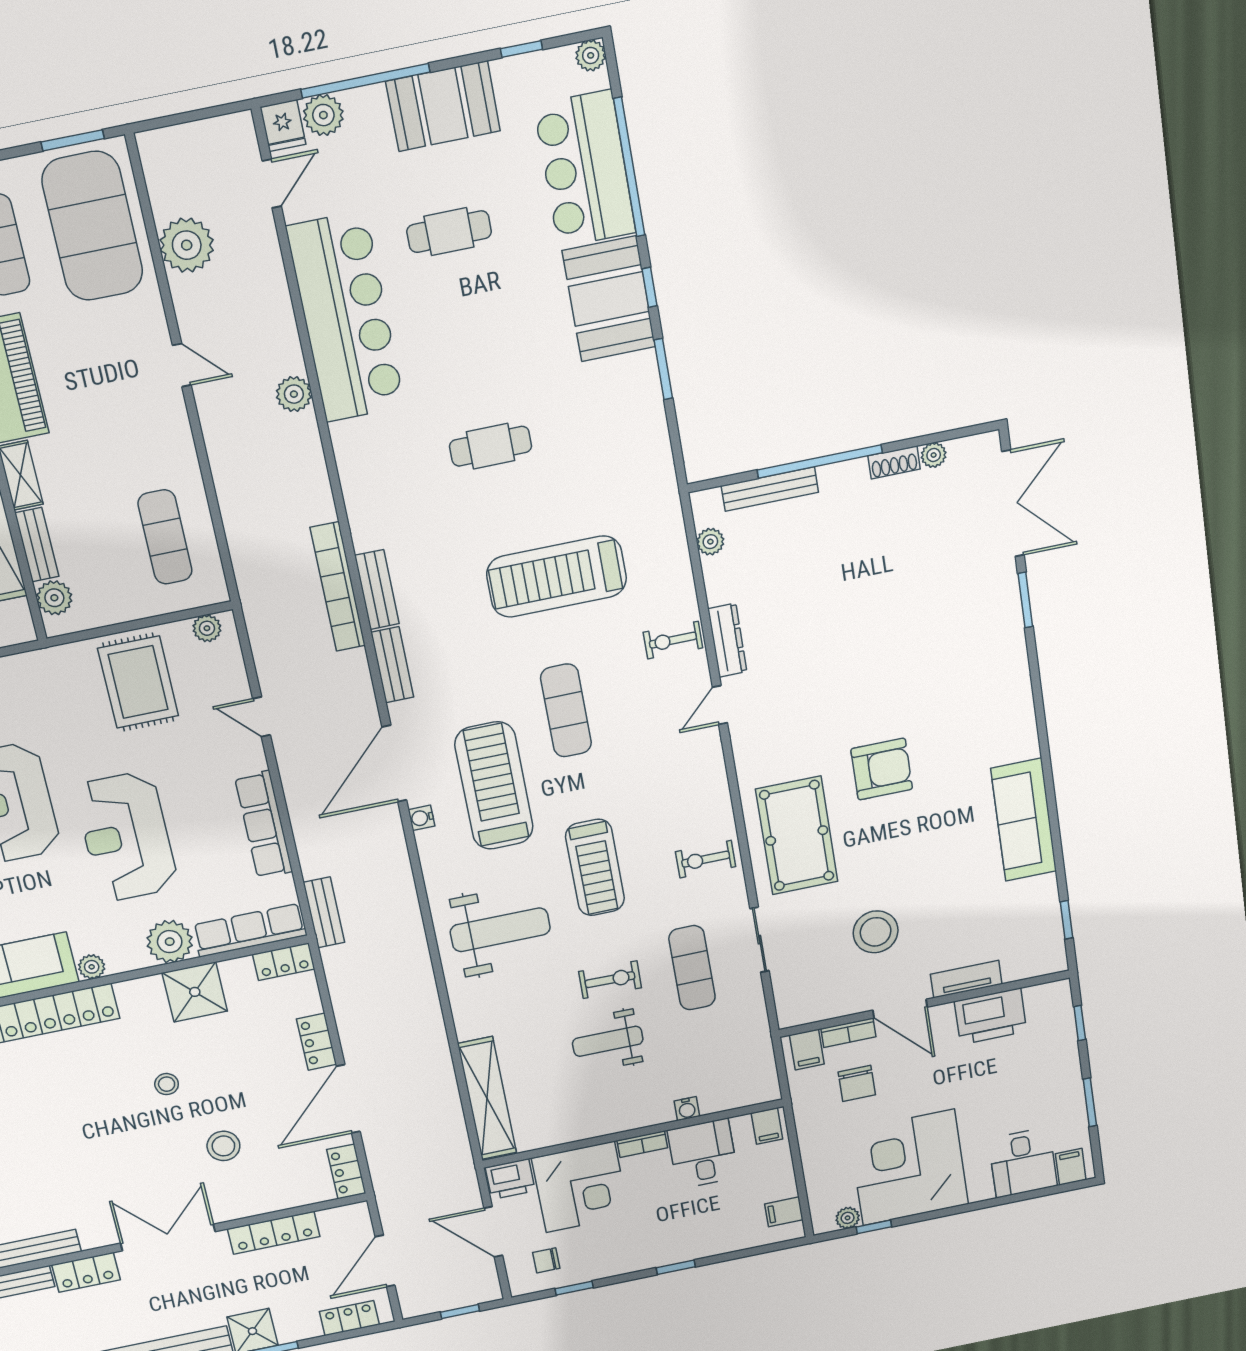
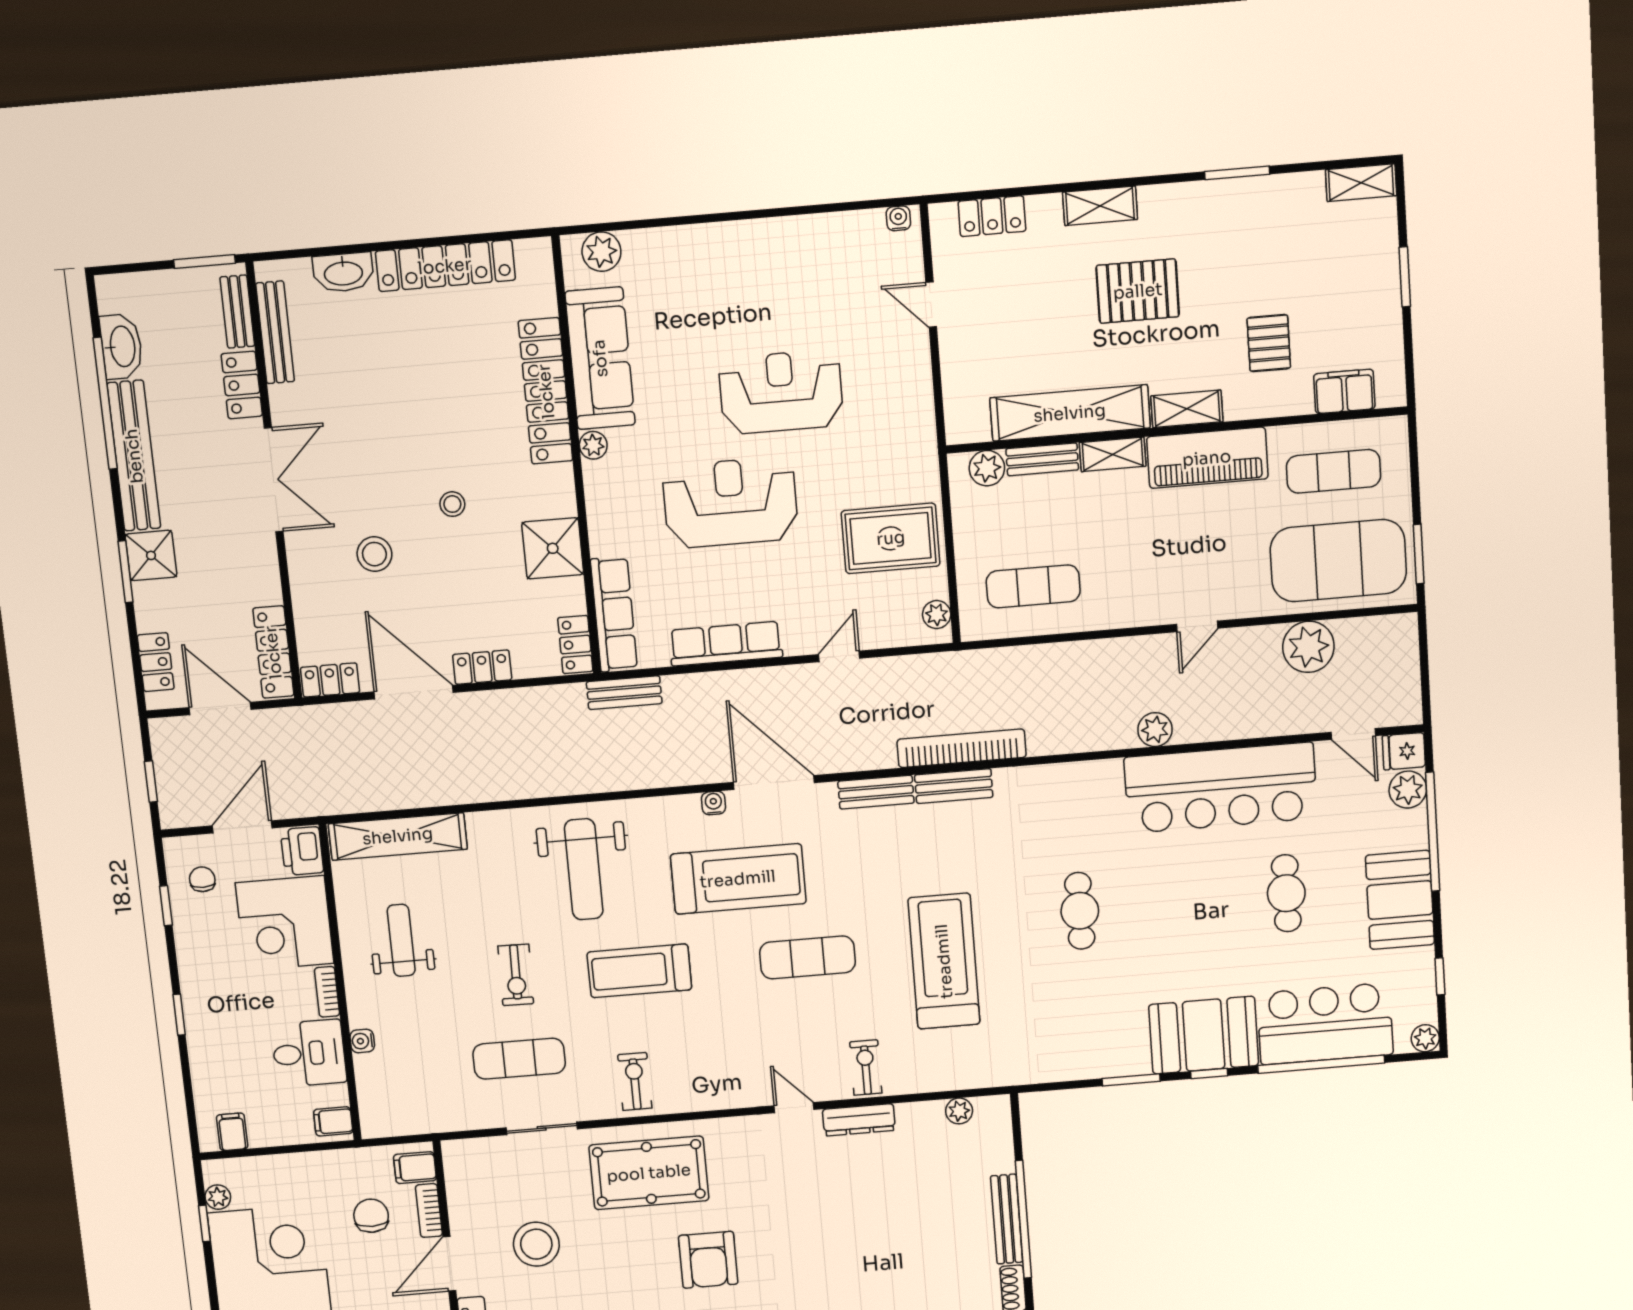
bench: (770, 489) -> (1007, 1219), moved
plant: (170, 942) -> (611, 530), removed
weight bench: (608, 1041) -> (401, 940), moved
chair: (857, 1083) -> (371, 1216), turned 90
locker: (274, 1233) -> (273, 652), moved

